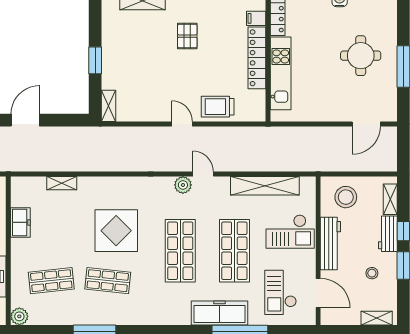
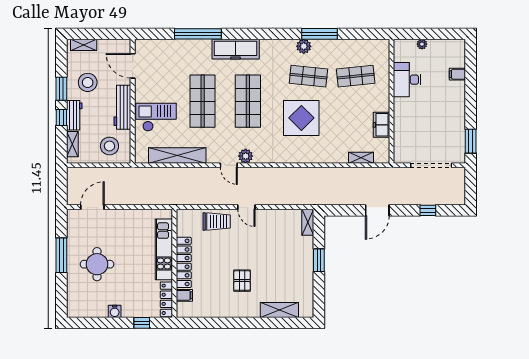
shelving: (62, 183) -> (361, 158), moved
stool: (372, 273) -> (88, 82), width x1.89, depth x1.89
checkout: (281, 292) -> (164, 66), removed
freezer: (219, 313) -> (236, 49), moved
plant: (19, 316) -> (304, 46), moved

